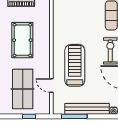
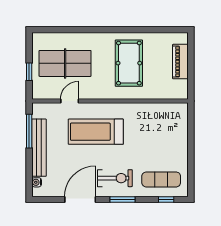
pool table: (22, 40) -> (129, 63), turned 90
treadmill: (75, 65) -> (96, 132), turned 180

